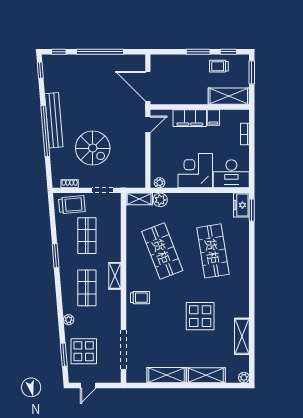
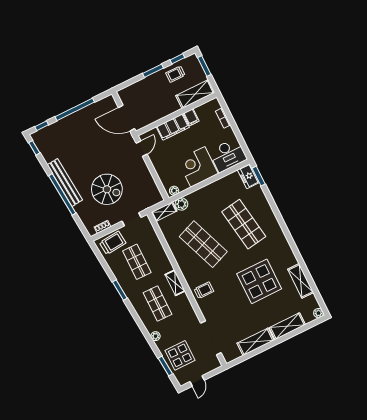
display table: (200, 316) -> (259, 281), width x1.36, depth x1.36

